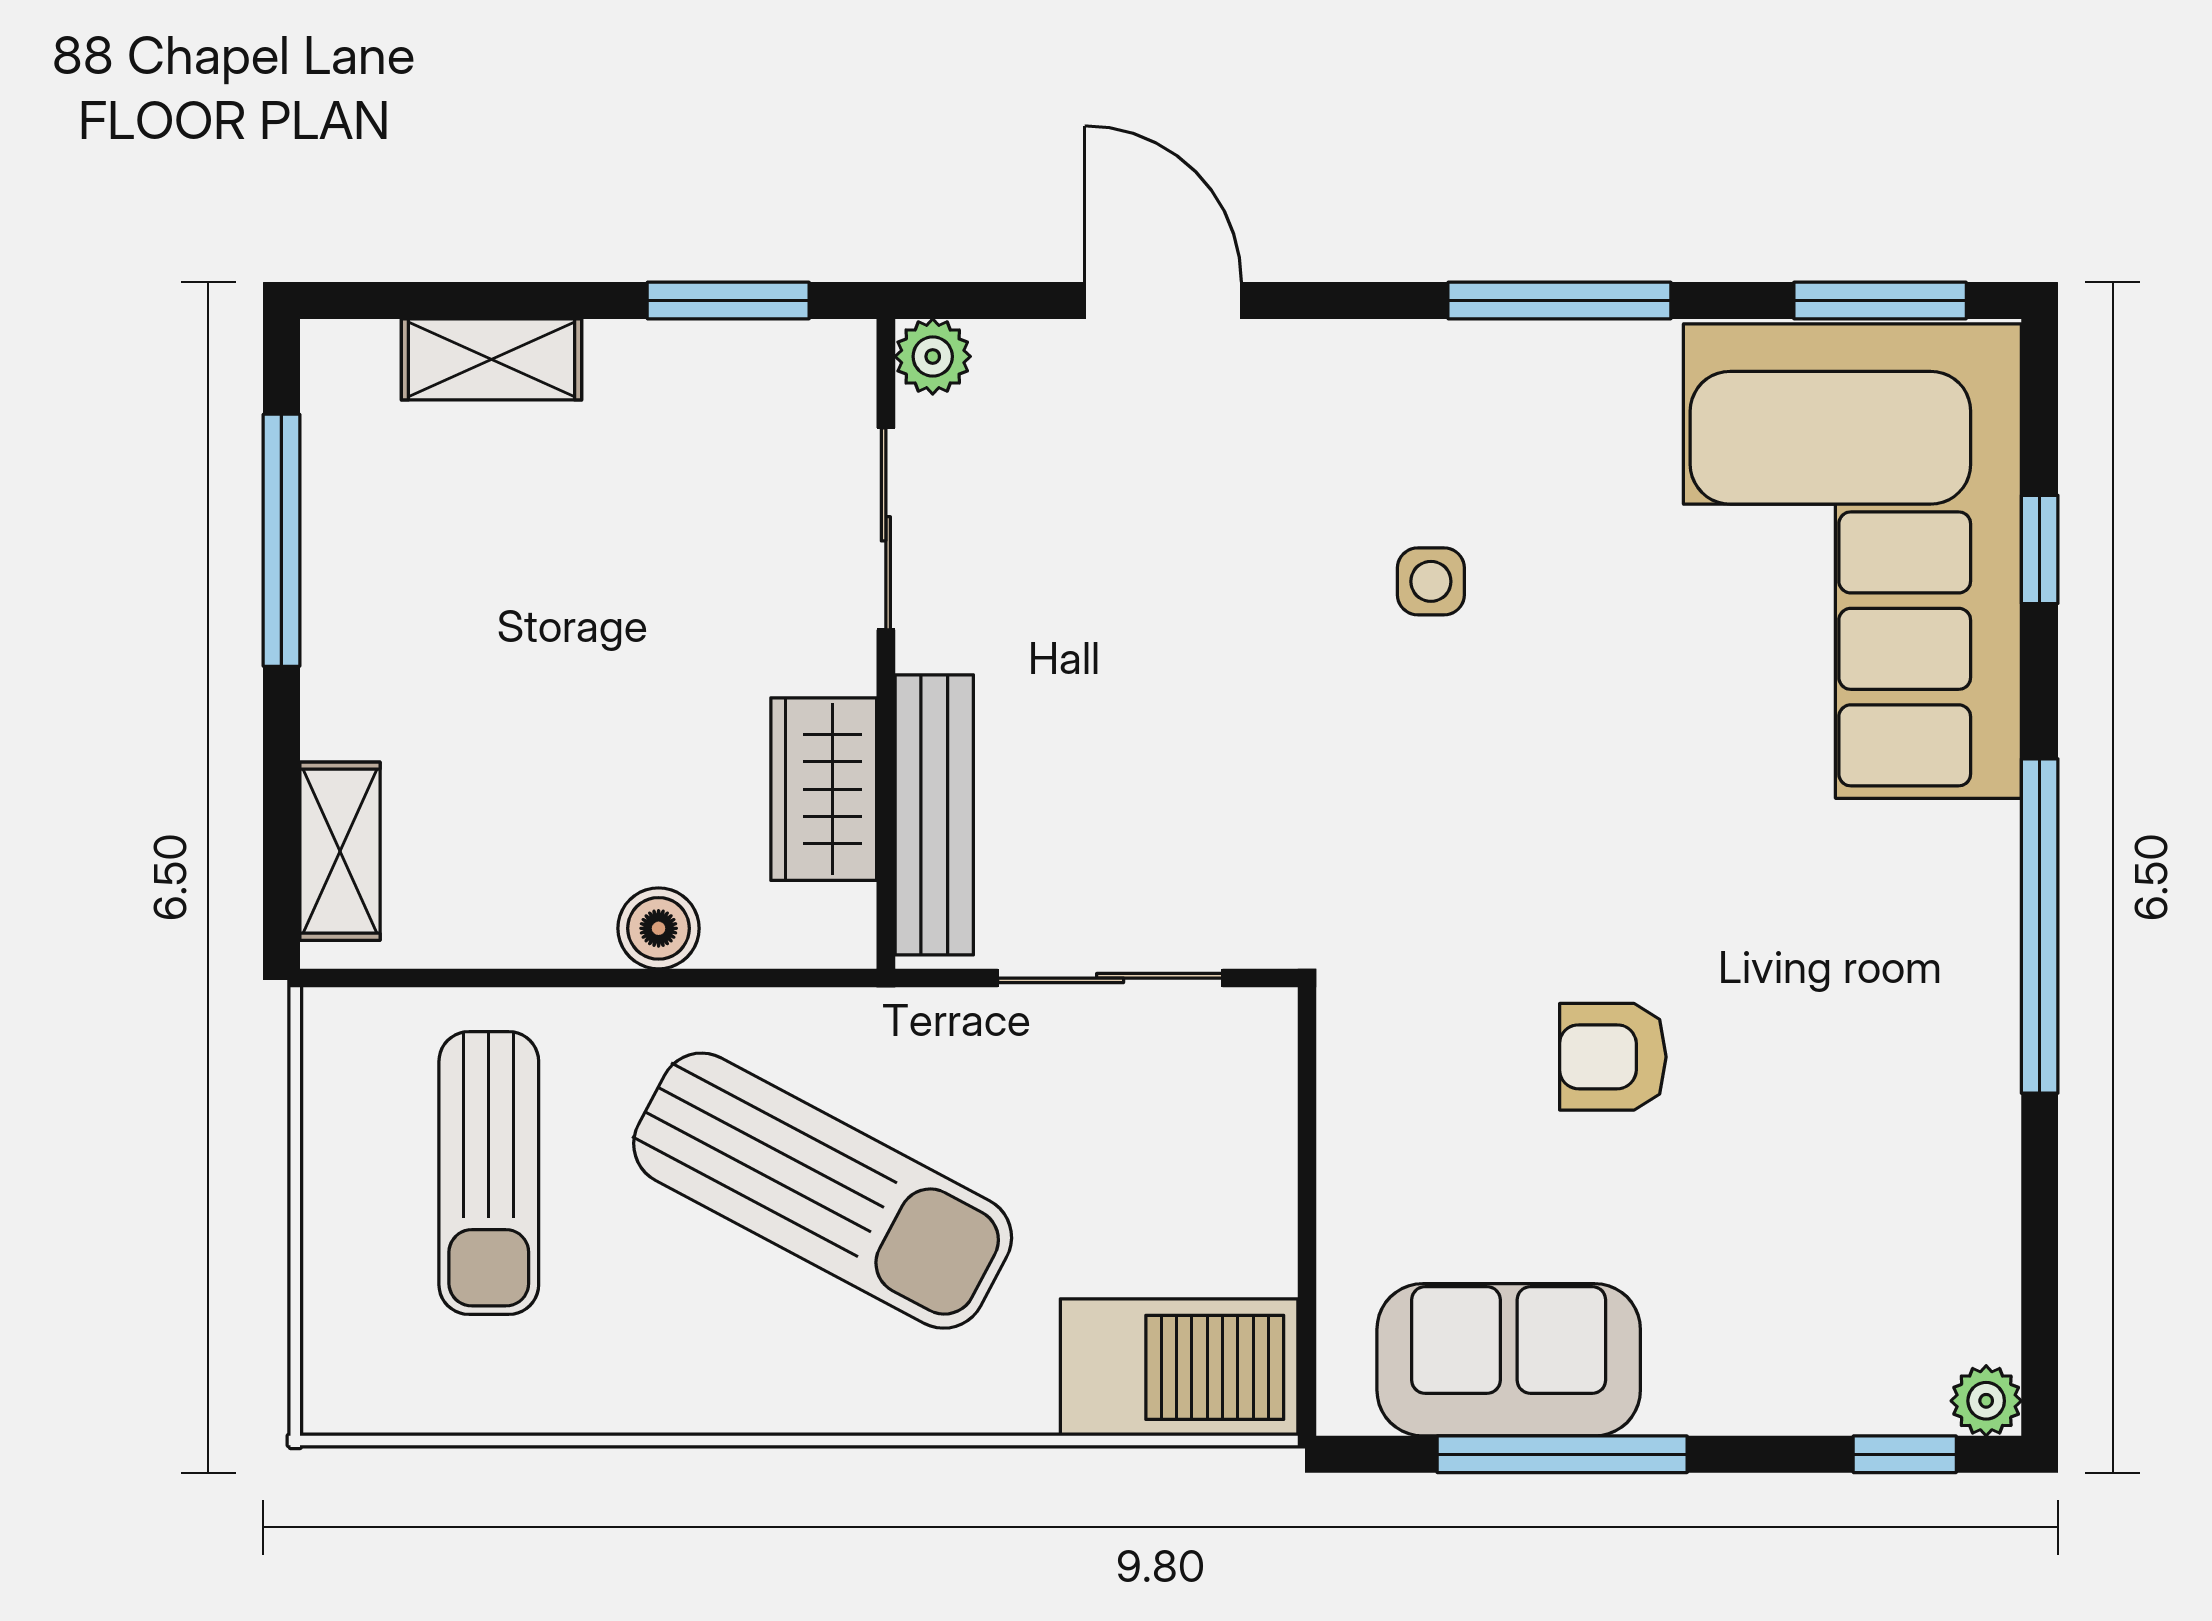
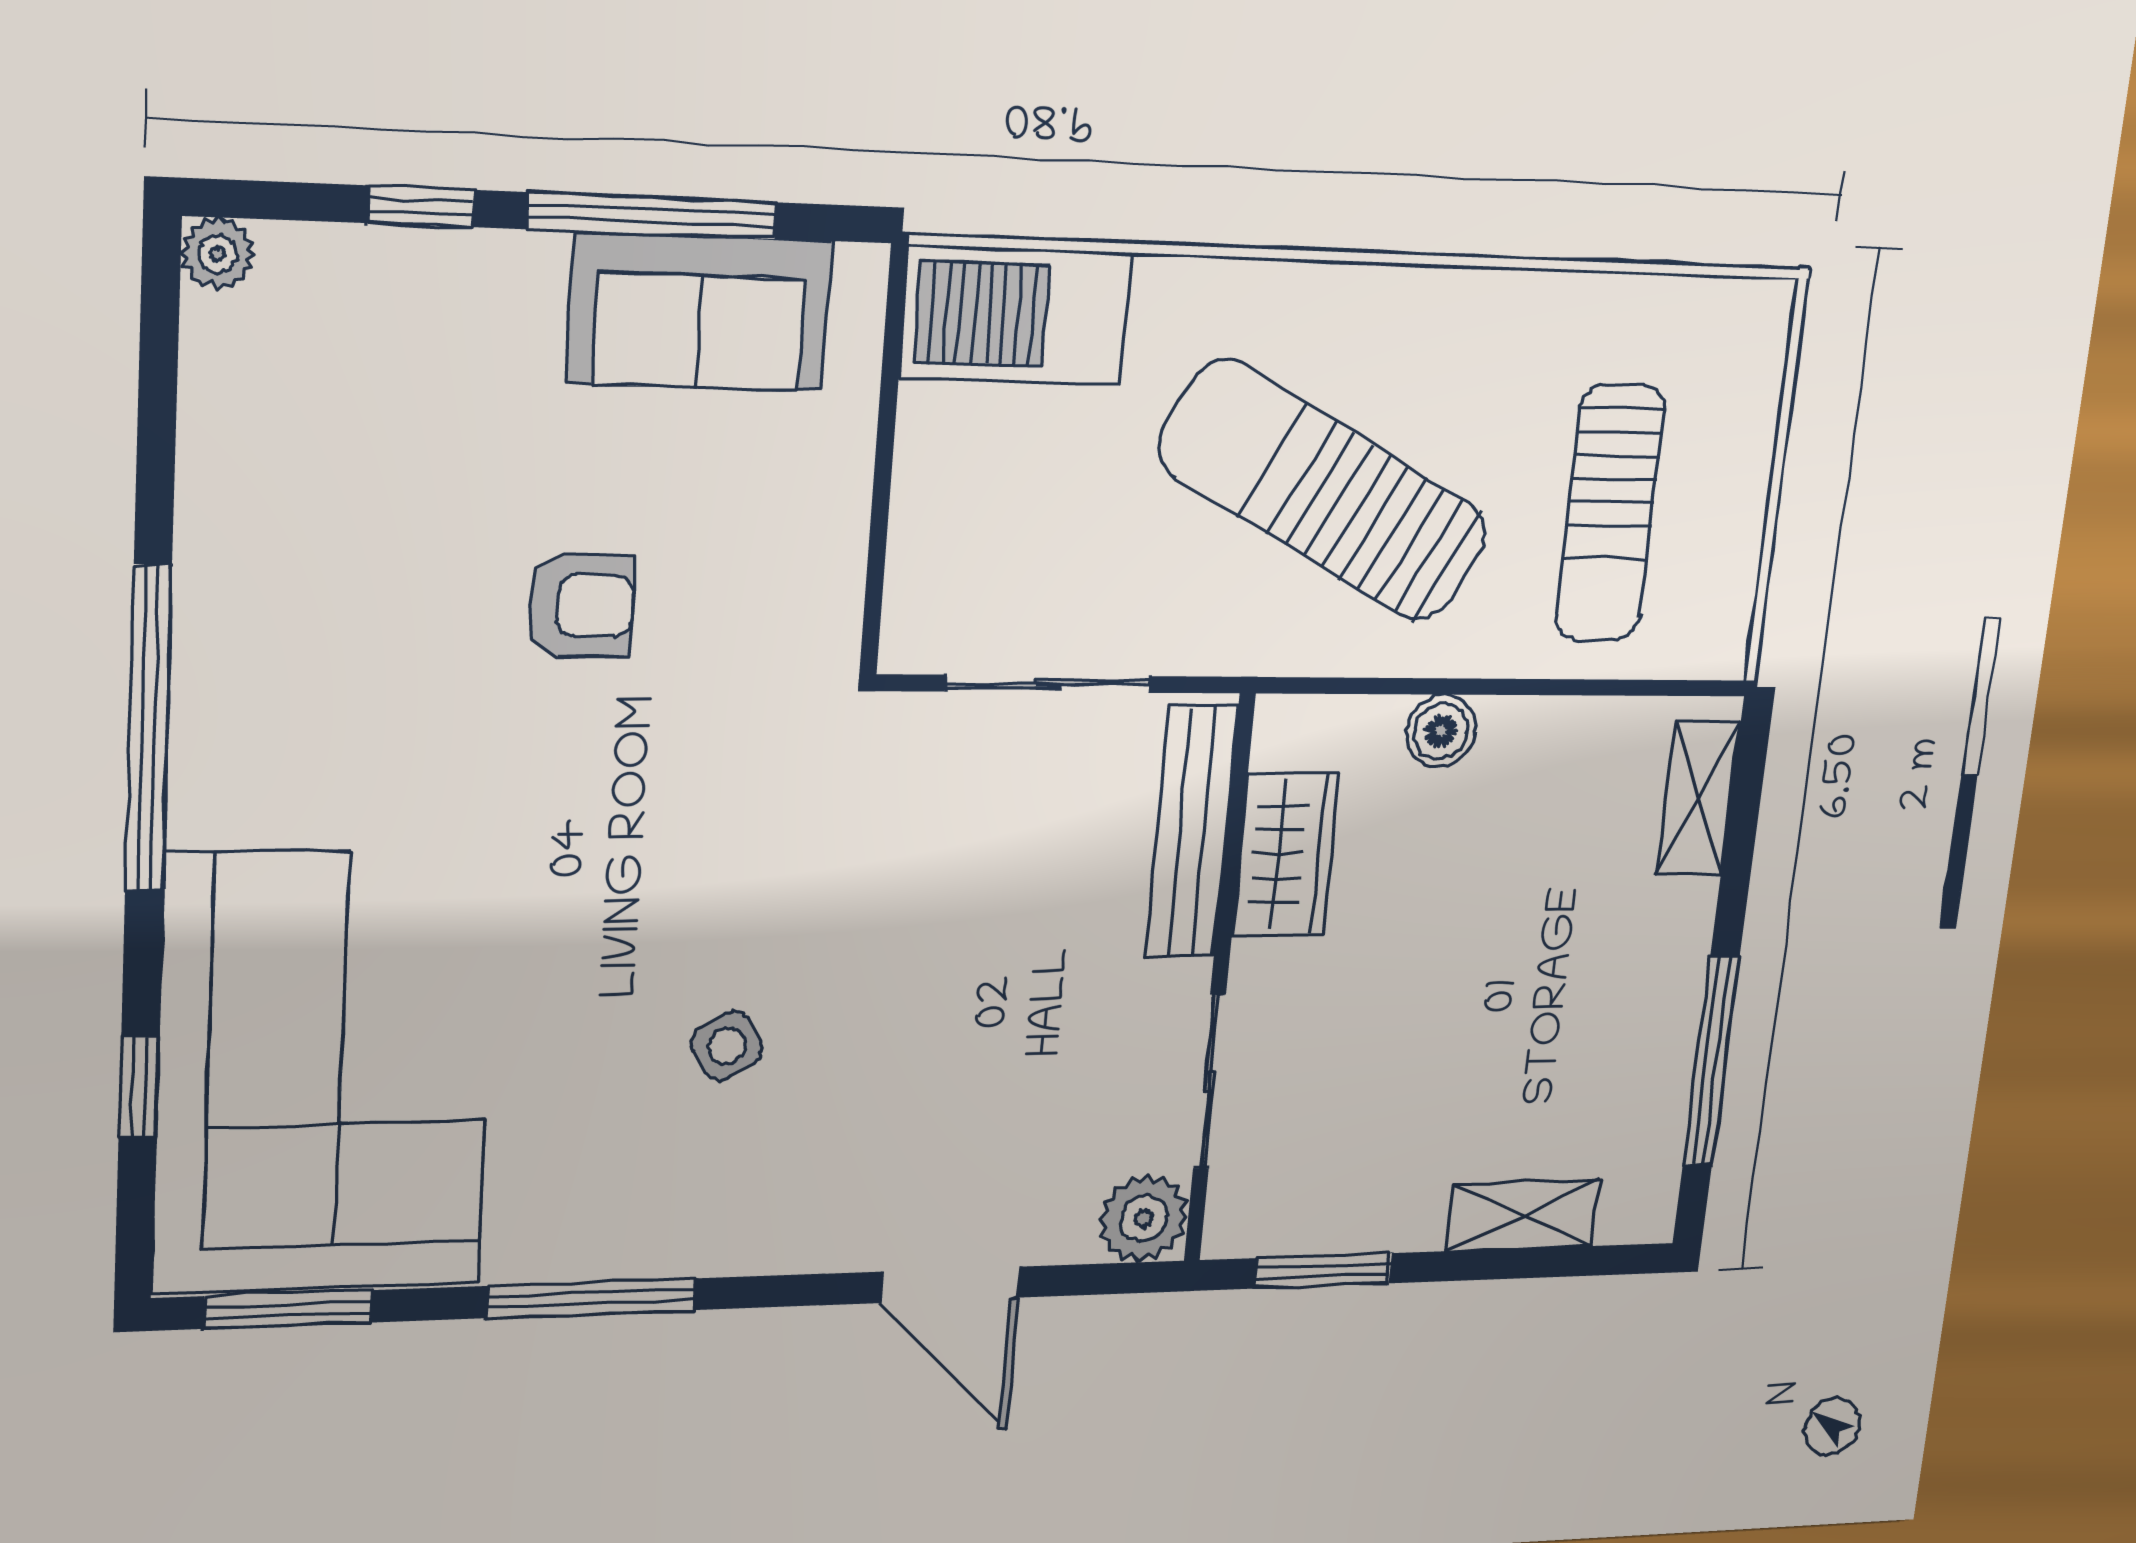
plant: (933, 356) -> (1144, 1218), width x1.38, depth x1.38
side table: (1431, 581) -> (727, 1046), turned -32
sun lounger: (489, 1173) -> (1610, 513), turned 180
window: (1905, 1454) -> (421, 206), moved

